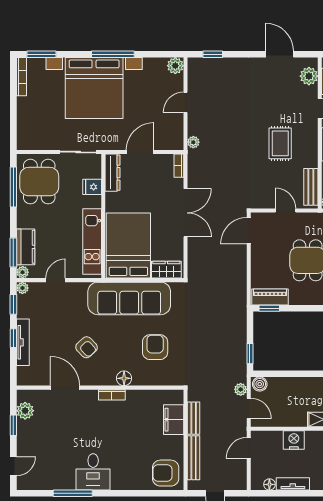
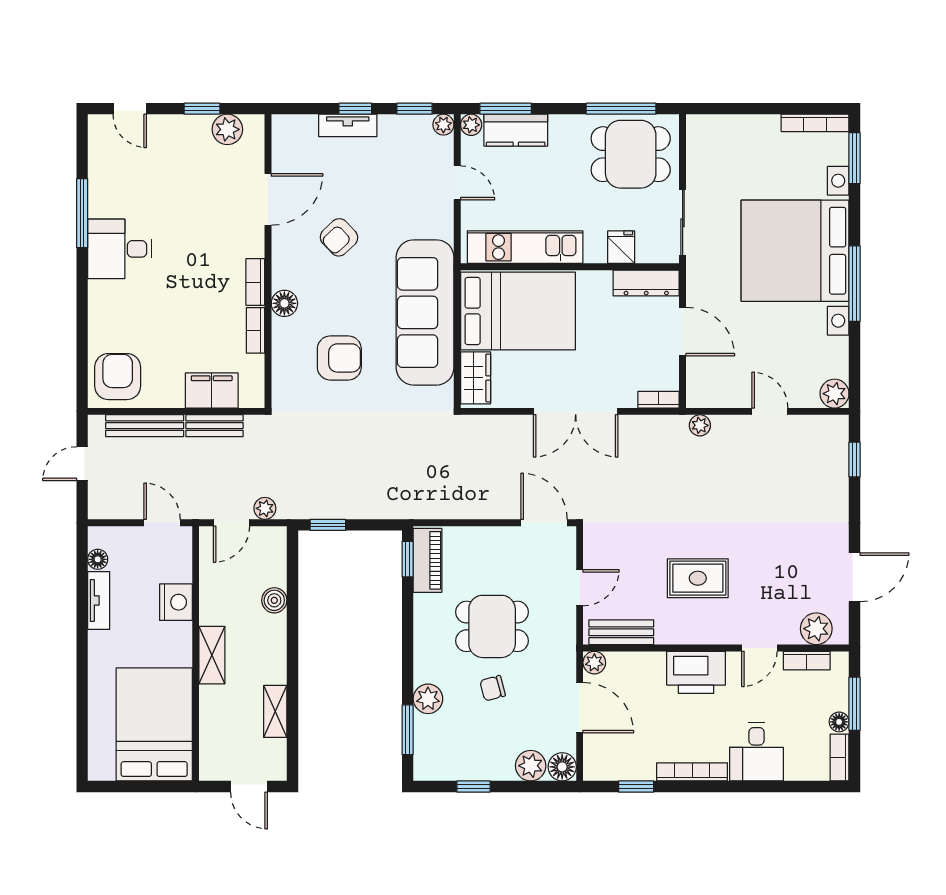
tv unit: (23, 342) -> (348, 125), width x0.71
boiler: (260, 384) -> (274, 600), moved
bookcase: (139, 395) -> (256, 330), added

